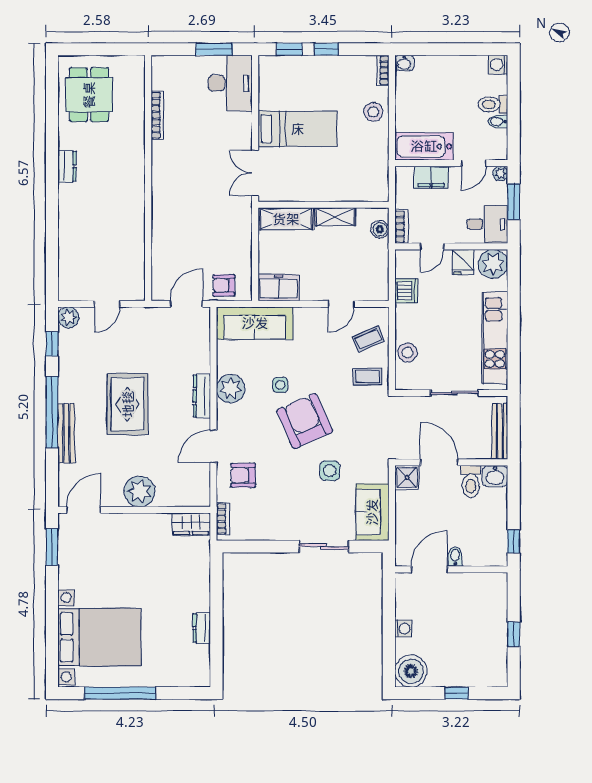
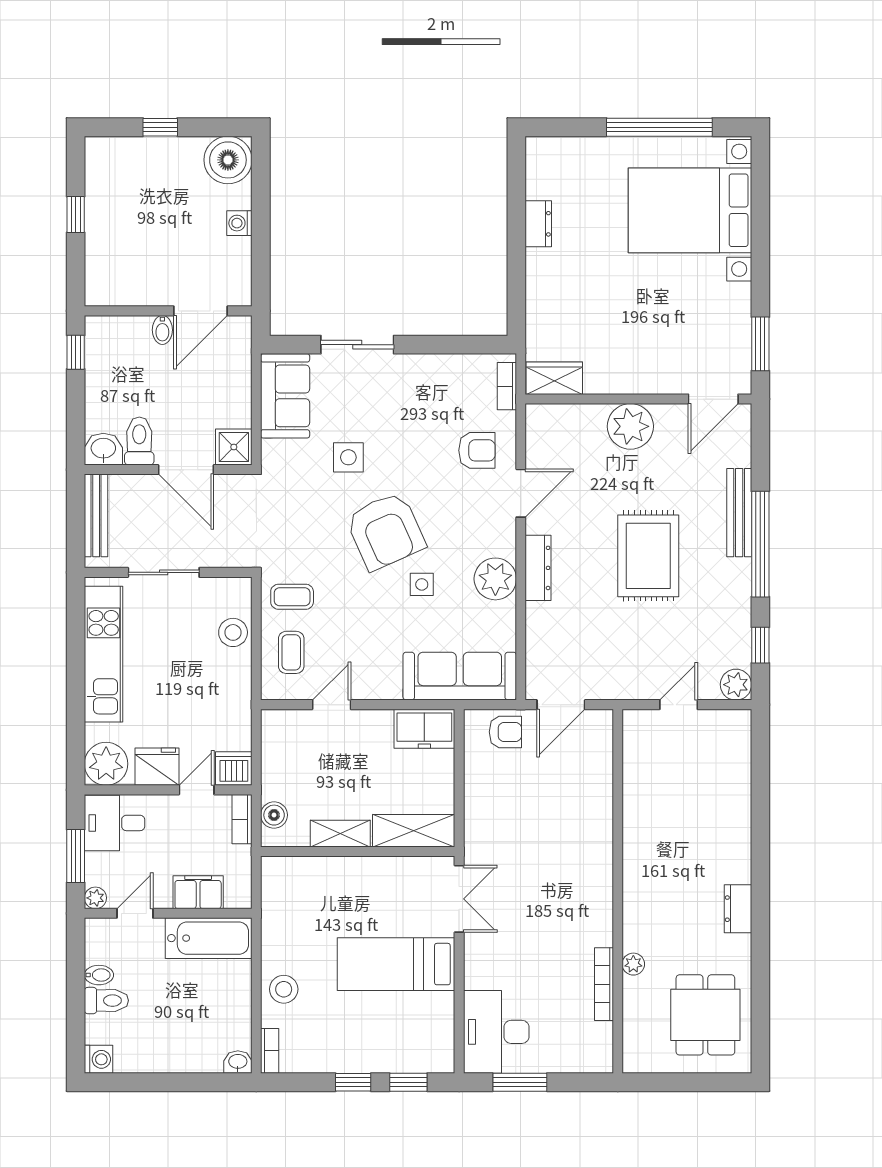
plant: (138, 129) -> (633, 964), added
fridge: (463, 262) -> (157, 767), width x1.38
dishwasher: (406, 291) -> (234, 769), moved, turned 90
coffee table: (368, 339) -> (291, 652), turned -67

